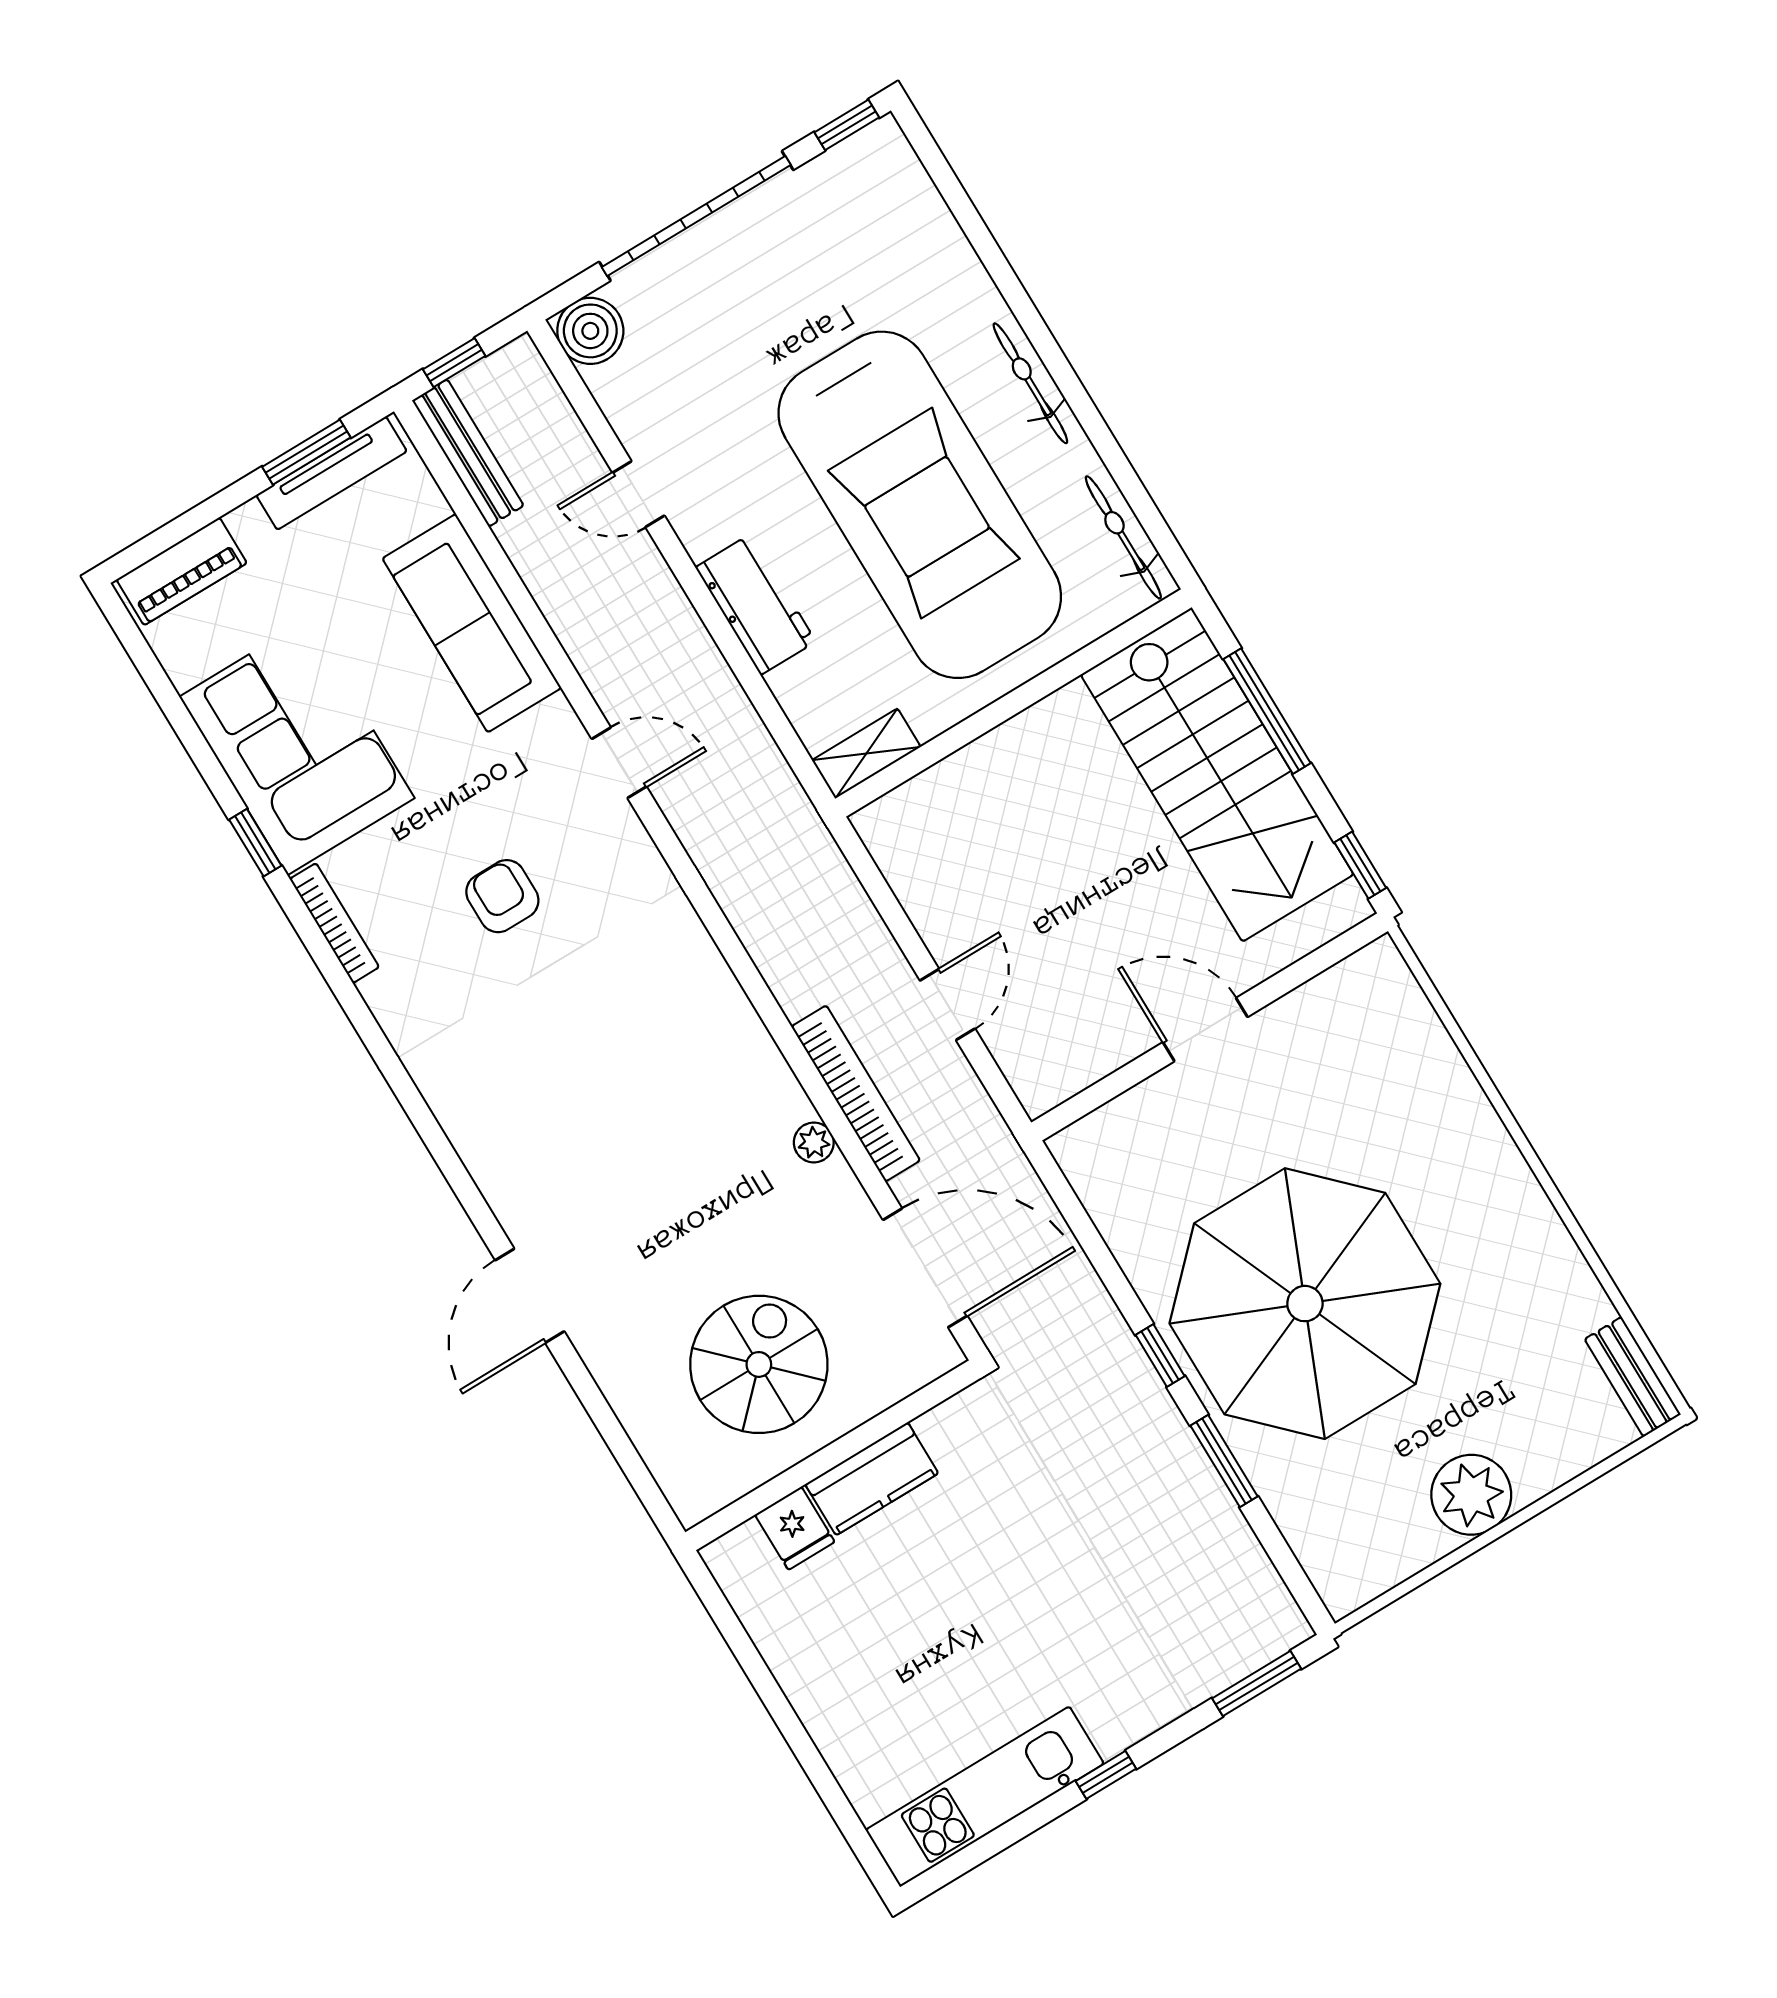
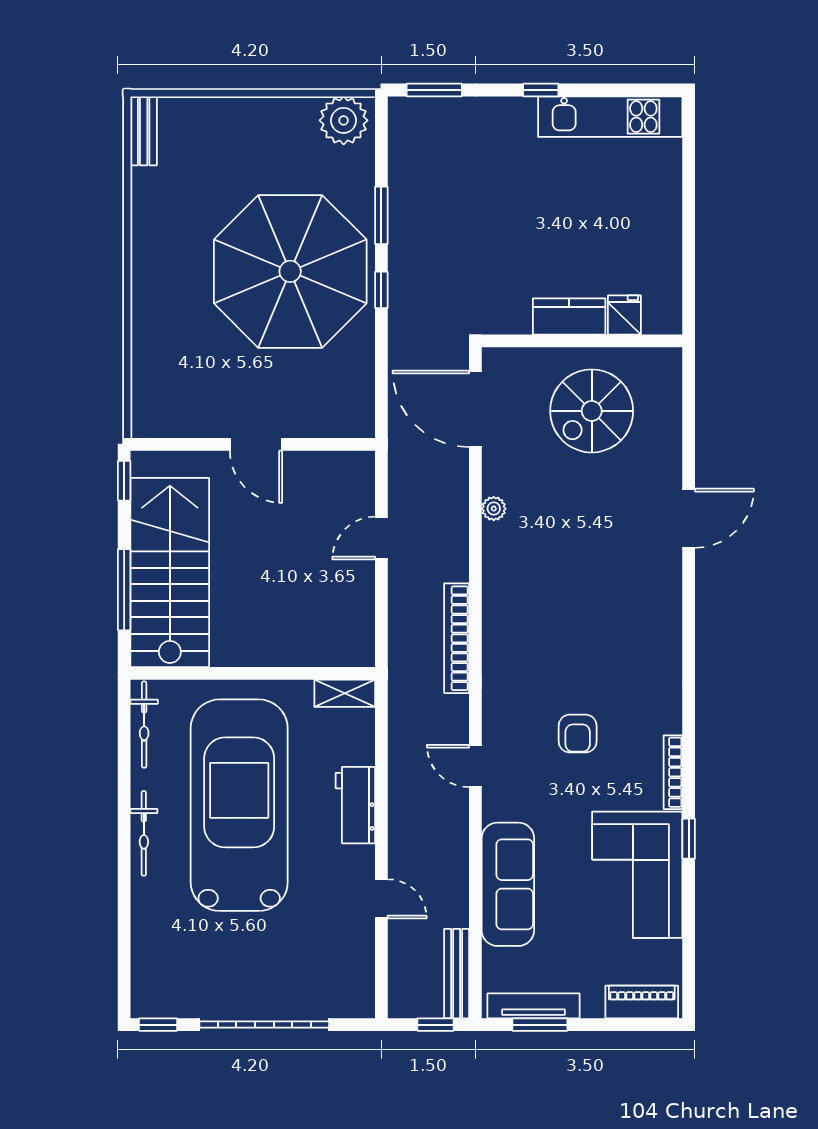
boiler: (590, 331) -> (355, 998), removed
bookcase: (856, 1093) -> (457, 638), moved
plant: (1471, 1495) -> (344, 120), moved

